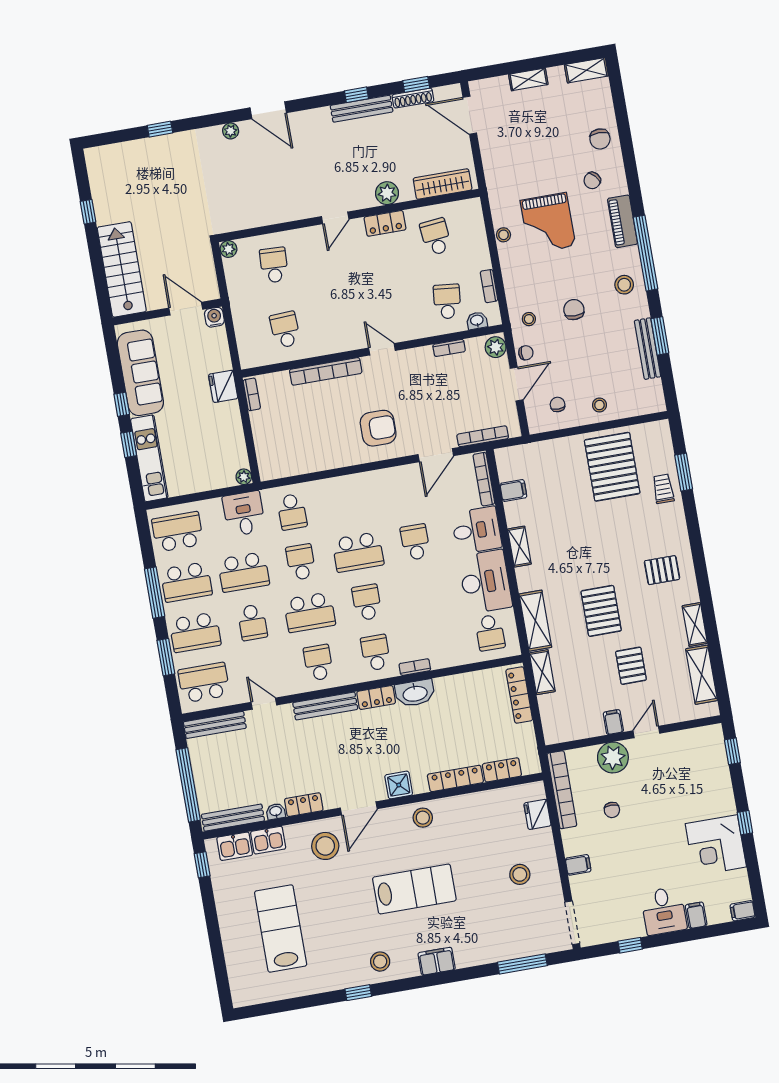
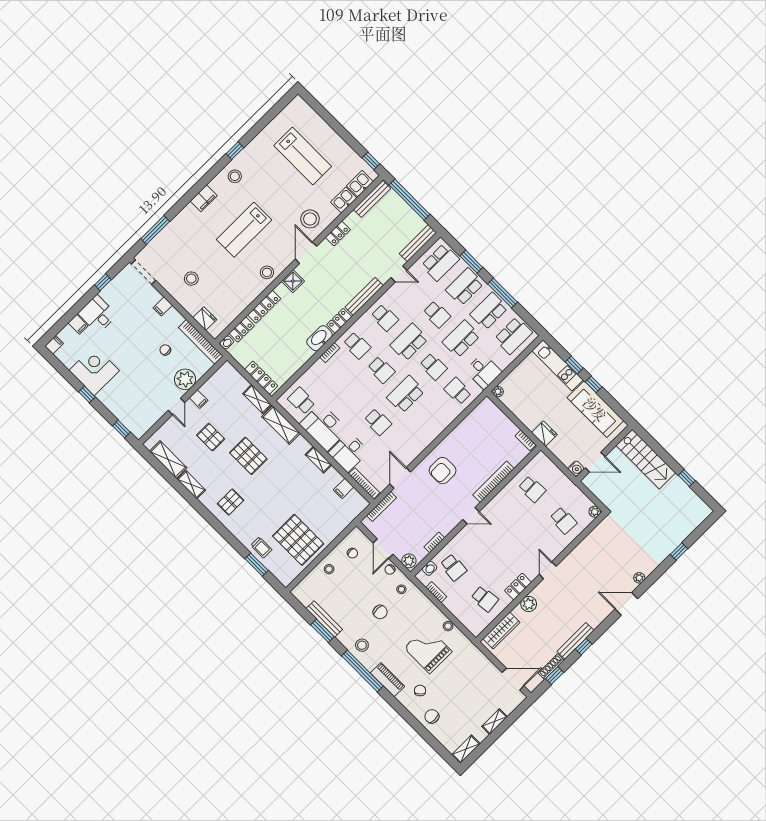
school desk: (252, 622) -> (437, 314), turned 180
washbasin: (276, 811) -> (227, 342), moved

